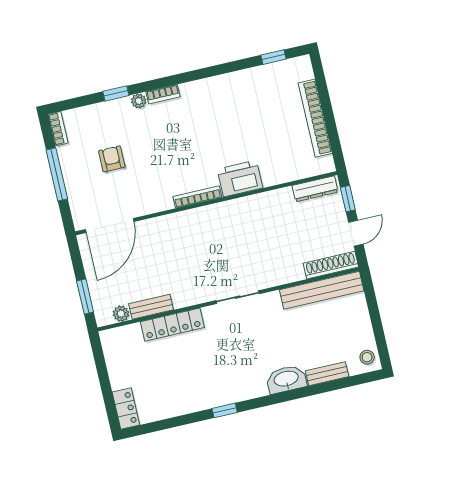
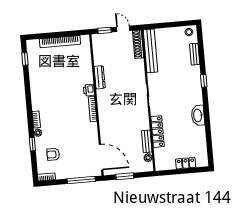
armchair: (112, 159) -> (53, 154), moved
window: (57, 174) -> (81, 180), moved
printer: (240, 178) -> (89, 90), width x0.53, depth x0.68
dresser: (315, 189) -> (100, 77), moved
window: (85, 297) -> (125, 176), moved
washbasin: (286, 379) -> (198, 115), moved
locker: (126, 408) -> (186, 163), moved
window: (225, 410) -> (204, 81), moved

